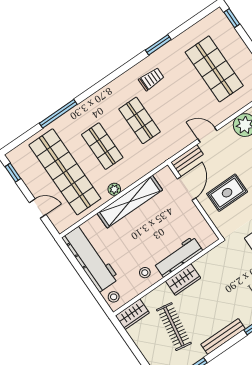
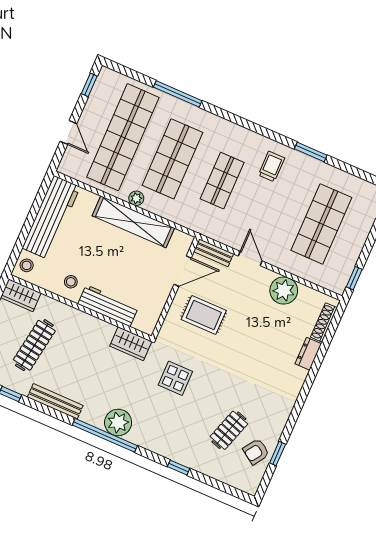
trolley: (151, 79) -> (271, 167), turned -90
shop shelf: (102, 146) -> (173, 159), width x1.43, depth x1.36
wardrobe: (183, 280) -> (131, 344), moved

